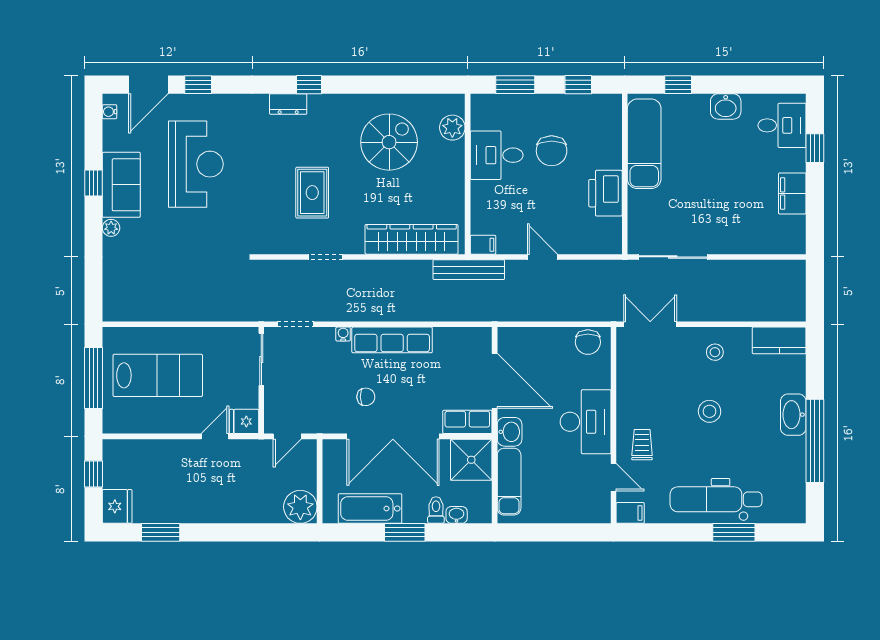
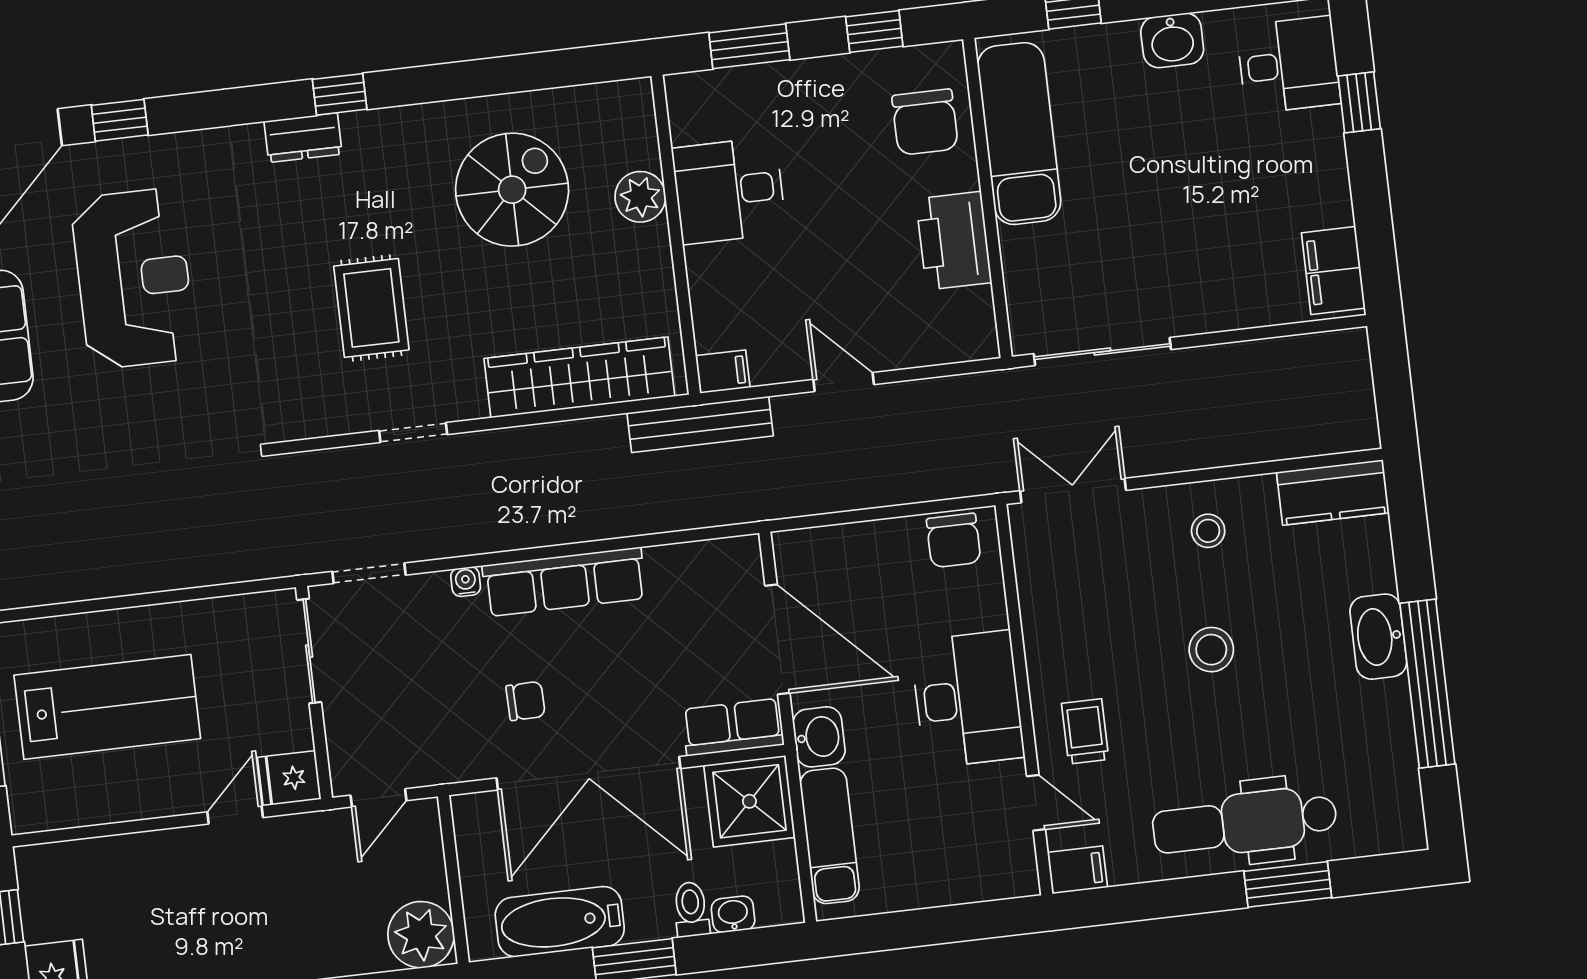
plant: (452, 128) -> (640, 197), moved
chair: (552, 151) -> (925, 122), moved
filing cabinet: (792, 193) -> (1333, 270), moved

